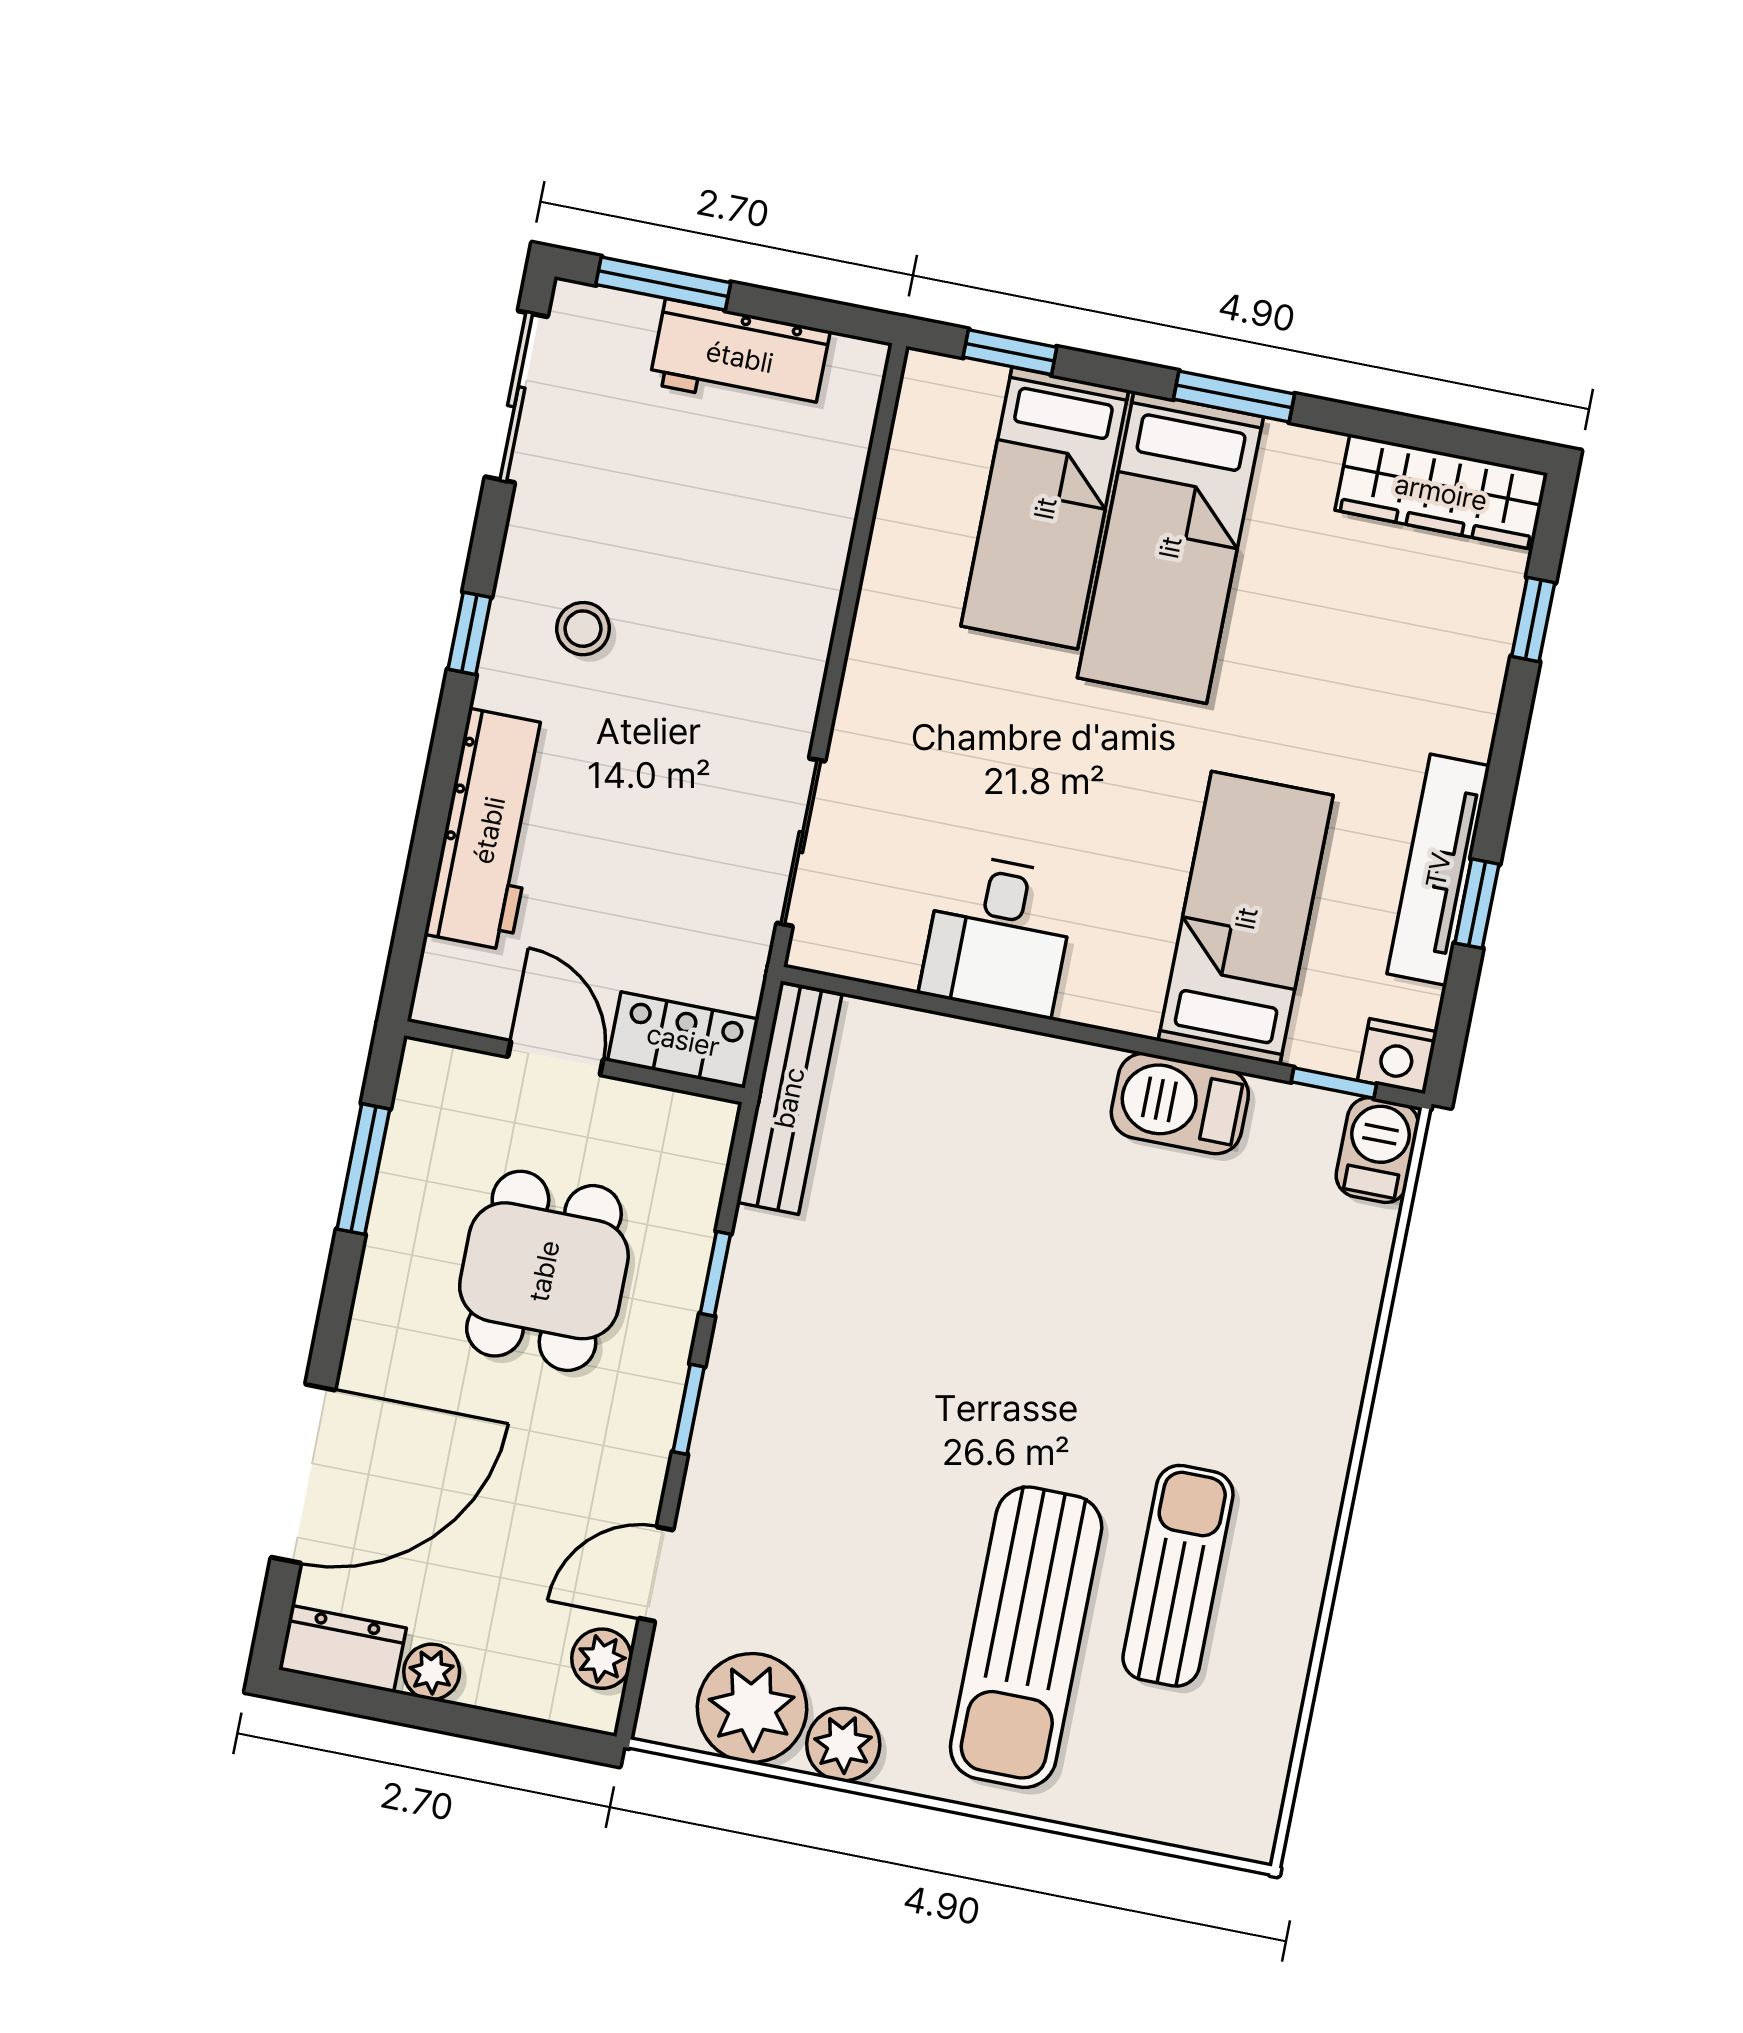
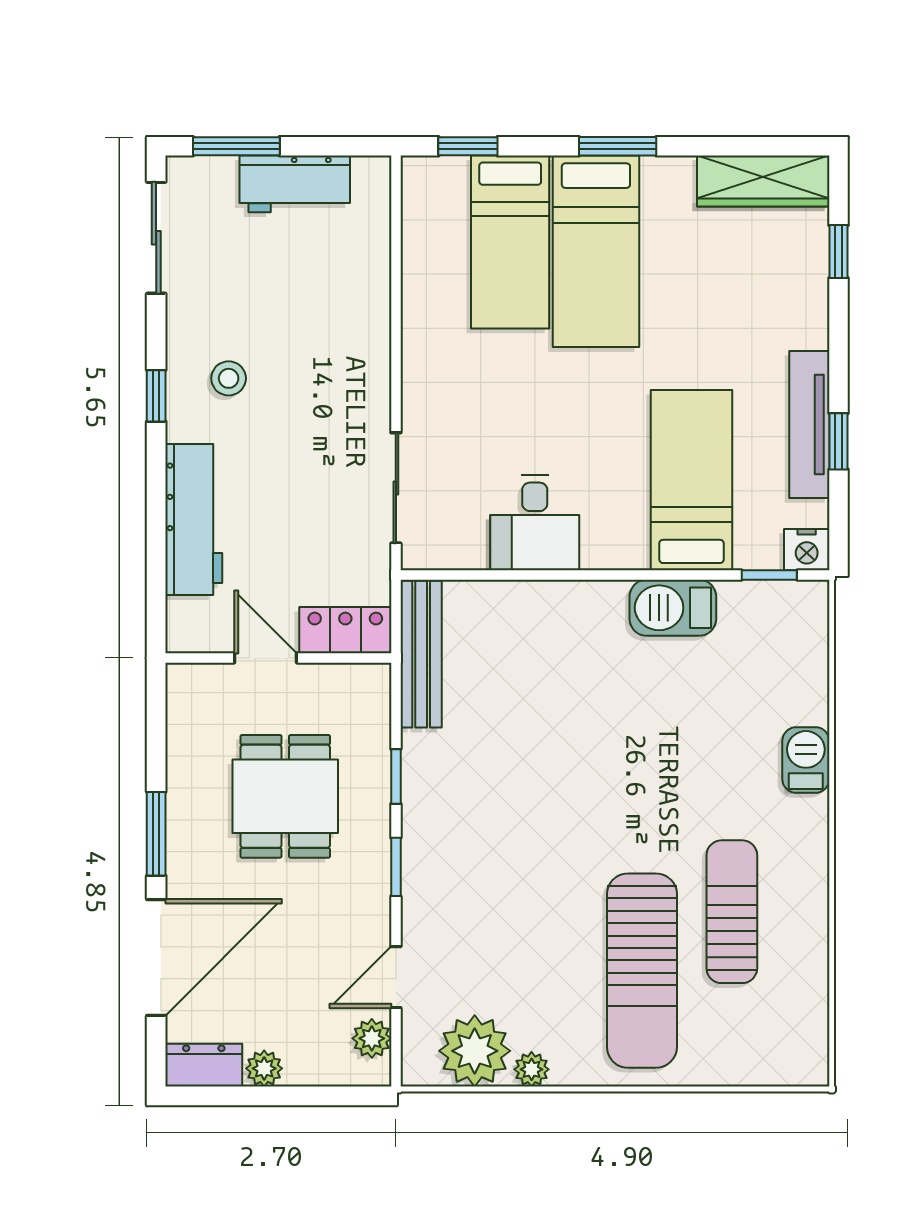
barbecue: (1377, 1150) -> (806, 760), moved
window: (363, 1169) -> (156, 834), moved
plant: (843, 1745) -> (532, 1069), width x0.73, depth x0.73

